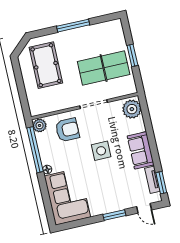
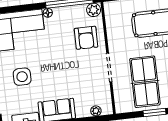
plant: (132, 109) -> (96, 111), width x0.53, depth x0.53
side table: (101, 151) -> (22, 77), moved

